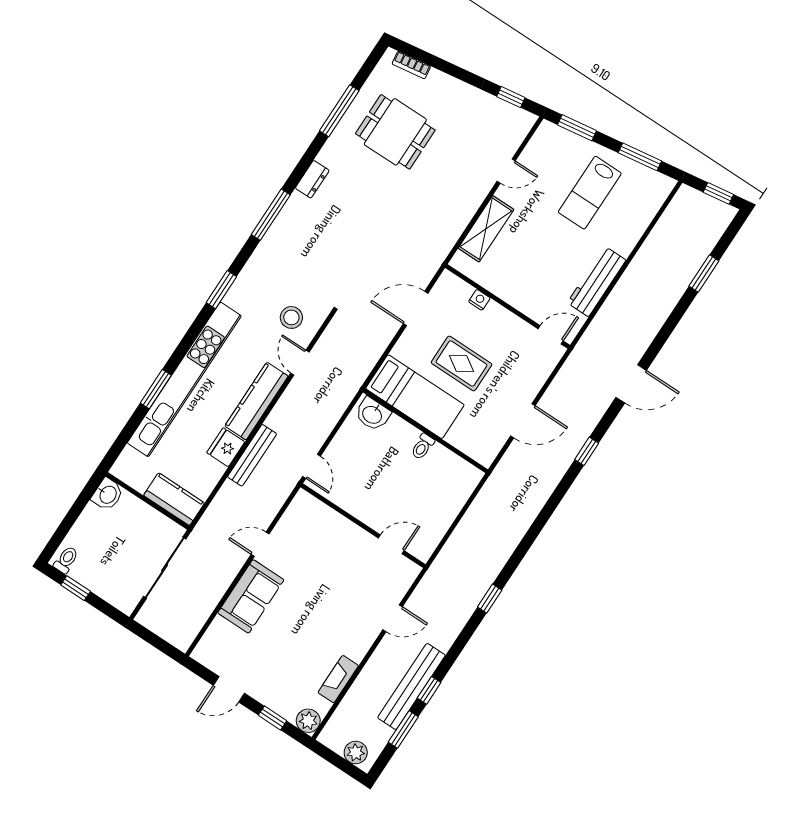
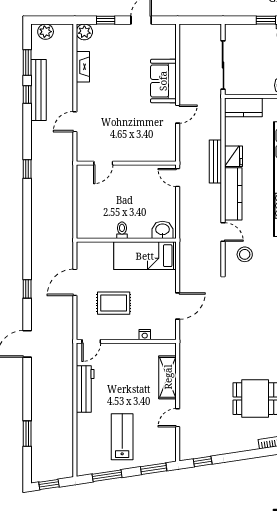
rug: (461, 363) -> (114, 303), moved

